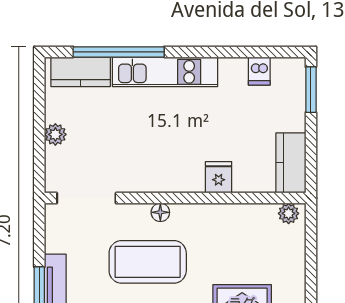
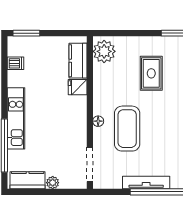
kitchen counter: (81, 72) -> (28, 180), moved, turned -90
kitchen counter: (291, 163) -> (78, 61), moved, turned 90
plant: (289, 213) -> (104, 51), width x1.87, depth x1.87

